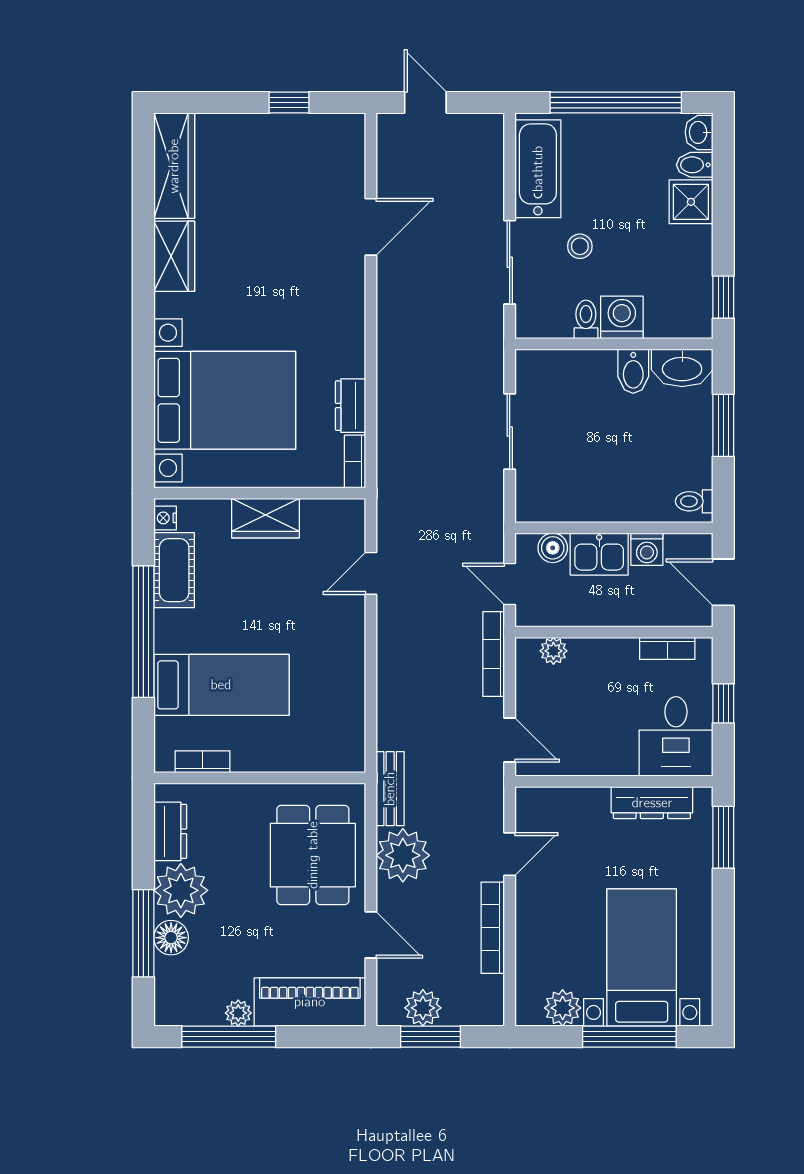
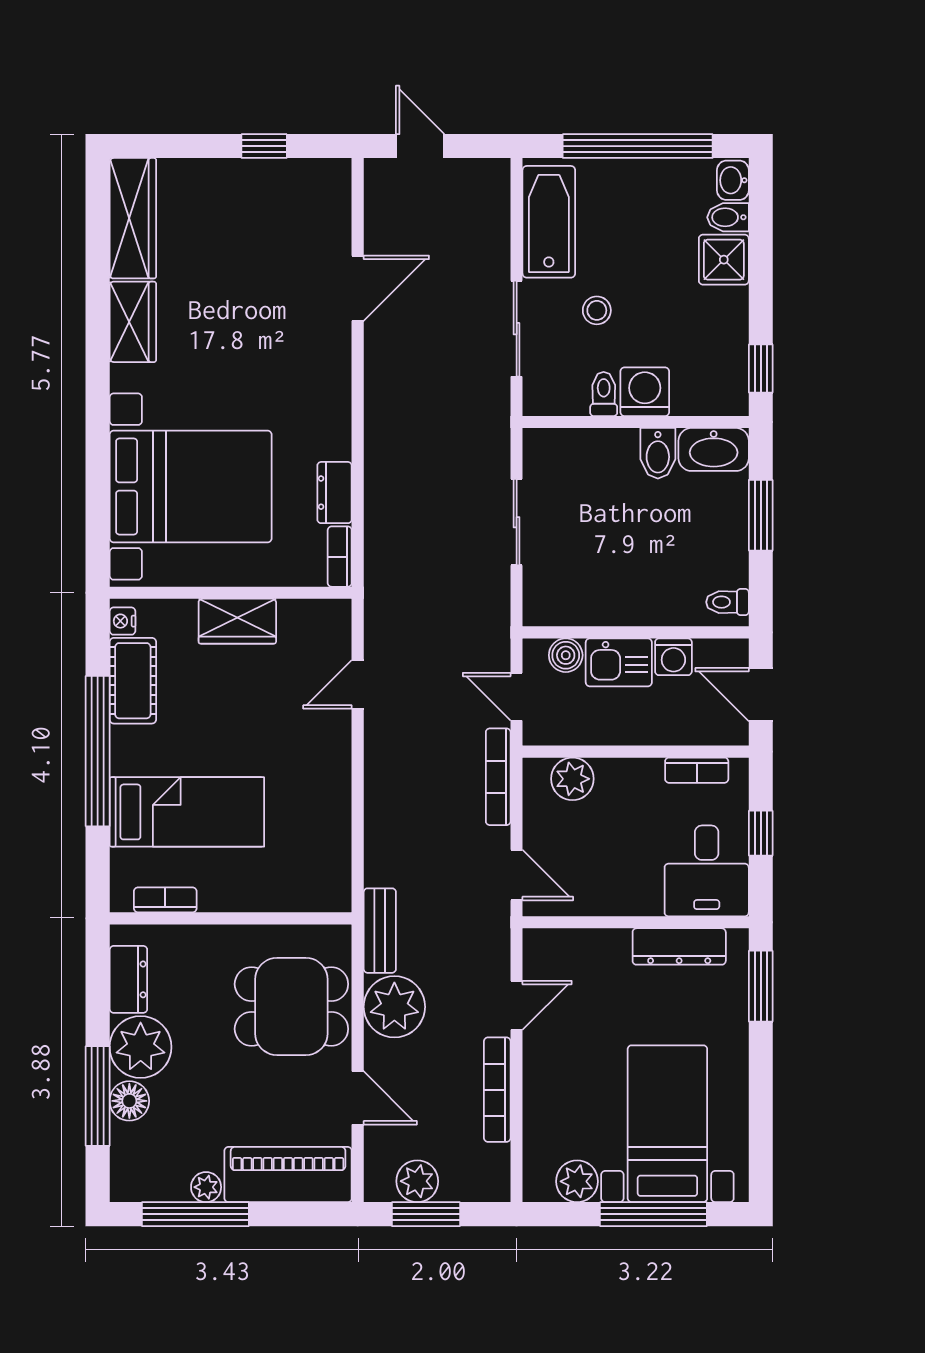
plant: (553, 651) -> (572, 779), width x1.38, depth x1.38
dining table: (313, 855) -> (291, 1006), turned 90

